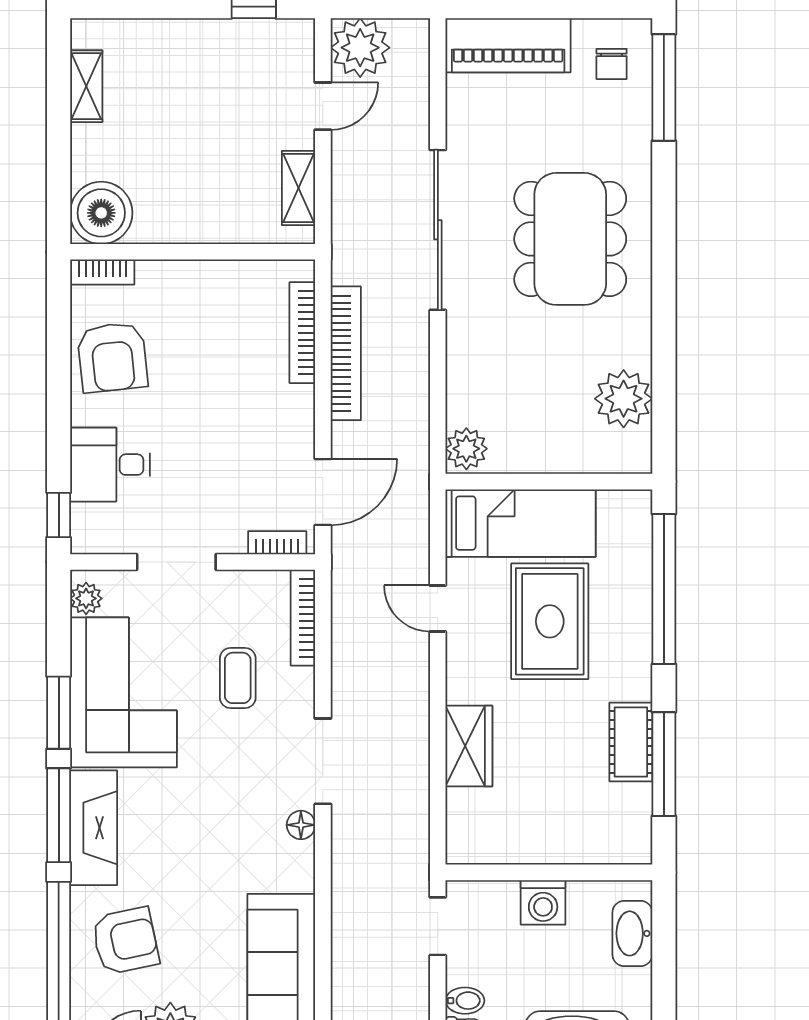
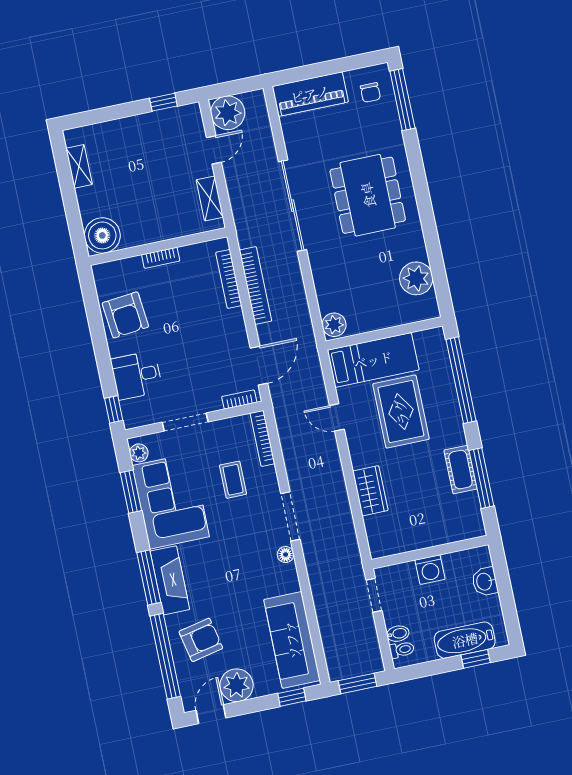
bookcase: (103, 272) -> (161, 258), moved
window: (59, 713) -> (131, 492), moved
washbasin: (632, 933) -> (485, 582), width x0.72

